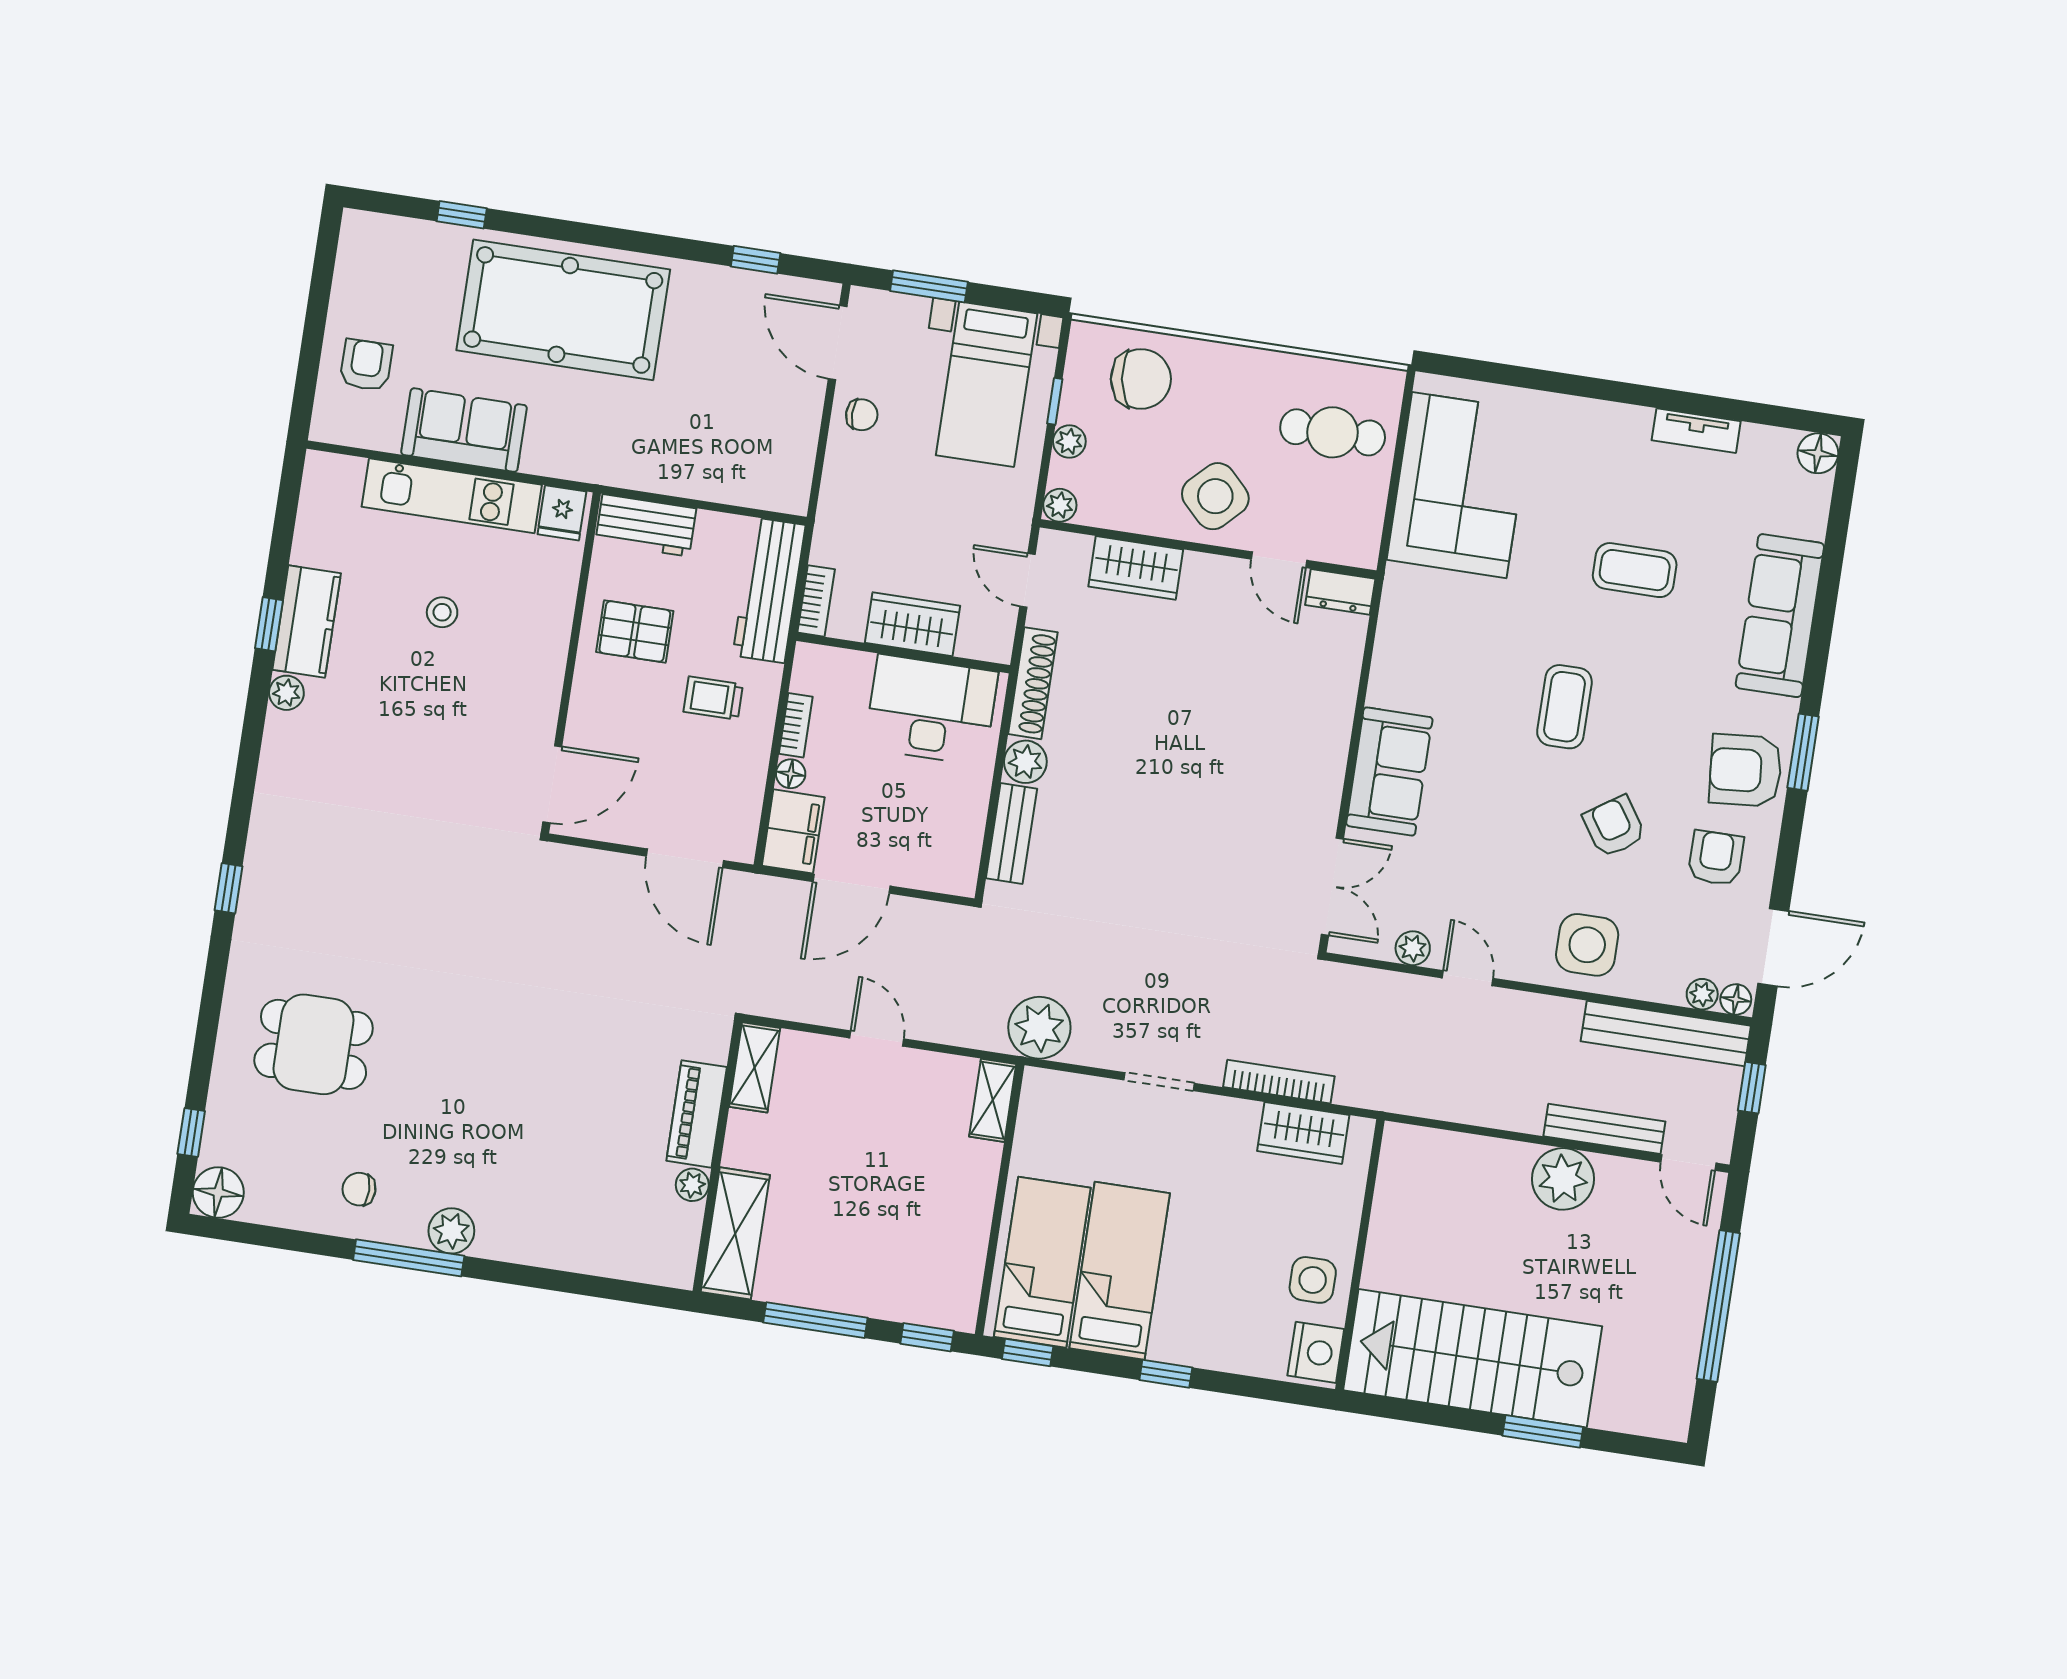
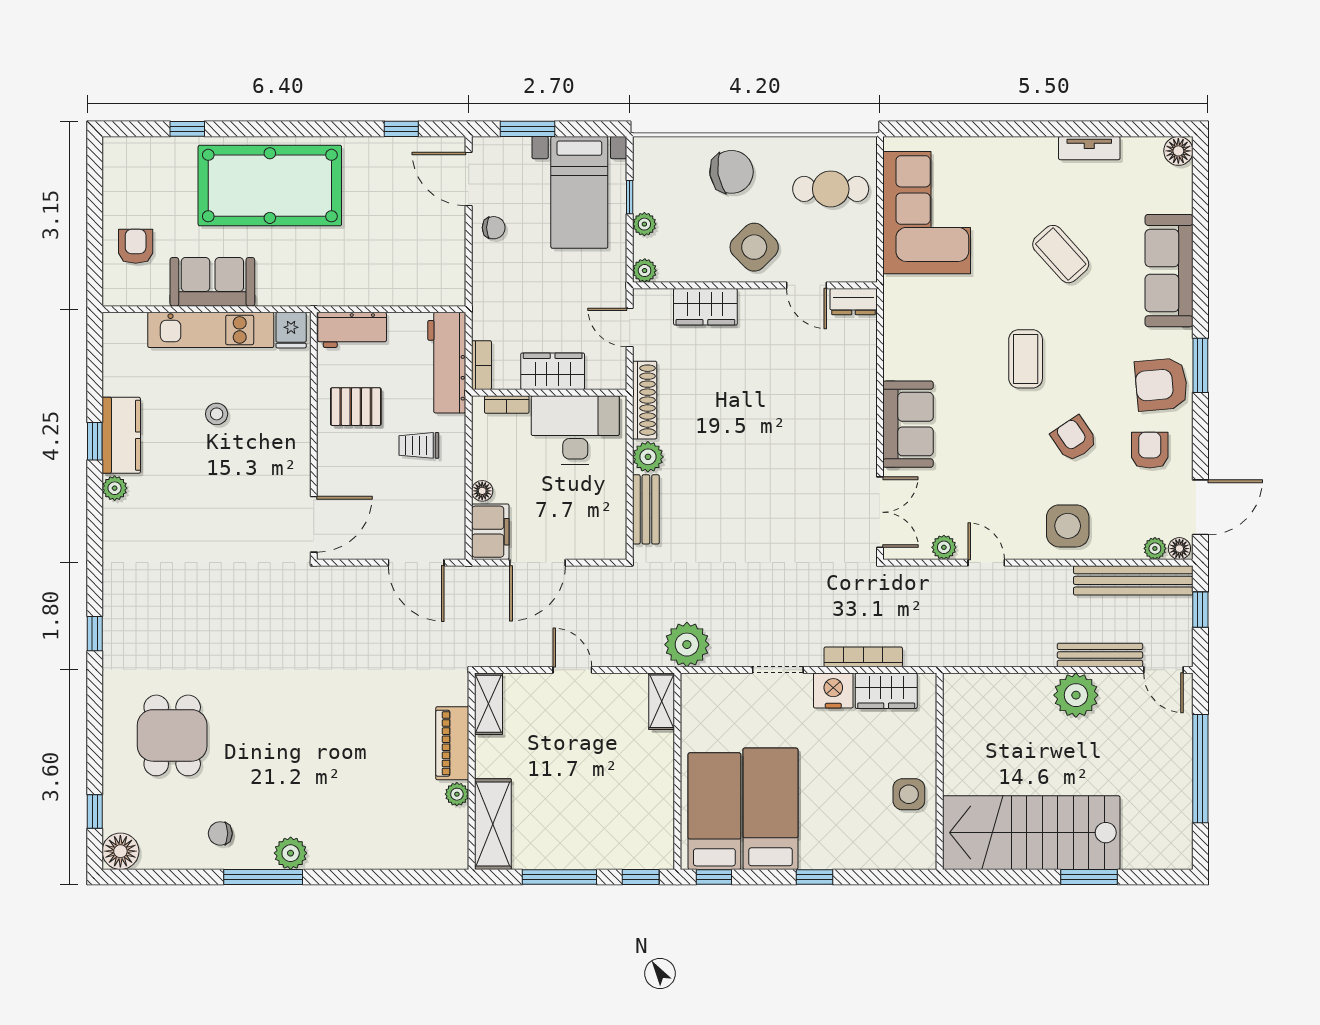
chair: (1141, 379) -> (732, 172), moved
coffee table: (1635, 570) -> (1061, 254), turned 48
bookcase: (796, 725) -> (507, 405), moved, turned 90
dining table: (314, 1044) -> (172, 735), turned 90
nightstand: (1316, 1352) -> (833, 690), moved, turned -90

